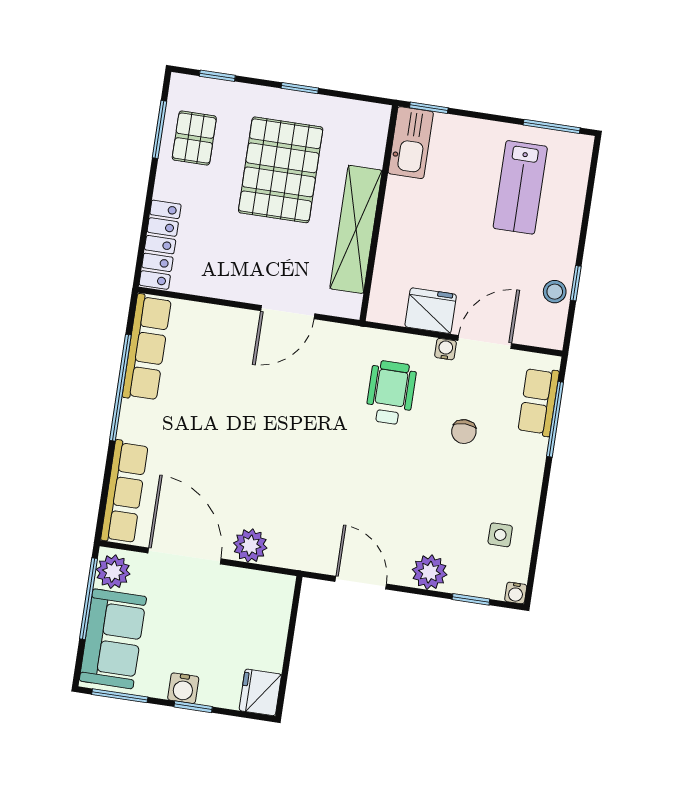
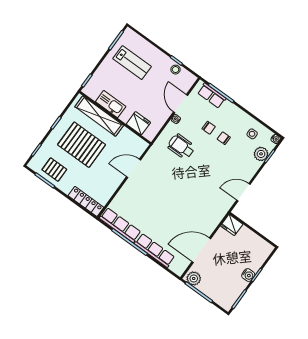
kitchen sink: (411, 143) -> (111, 104), moved
shelving: (356, 229) -> (99, 116), moved
fridge: (431, 311) -> (138, 123), moved, turned 90
door: (288, 312) -> (134, 168), swing flipped
chair: (458, 477) -> (224, 138), added
row of seats: (124, 492) -> (155, 250), moved
plant: (250, 546) -> (210, 225), removed
plant: (430, 572) -> (261, 154), moved
sofa: (113, 639) -> (218, 291), removed
fridge: (260, 692) -> (232, 225), moved

